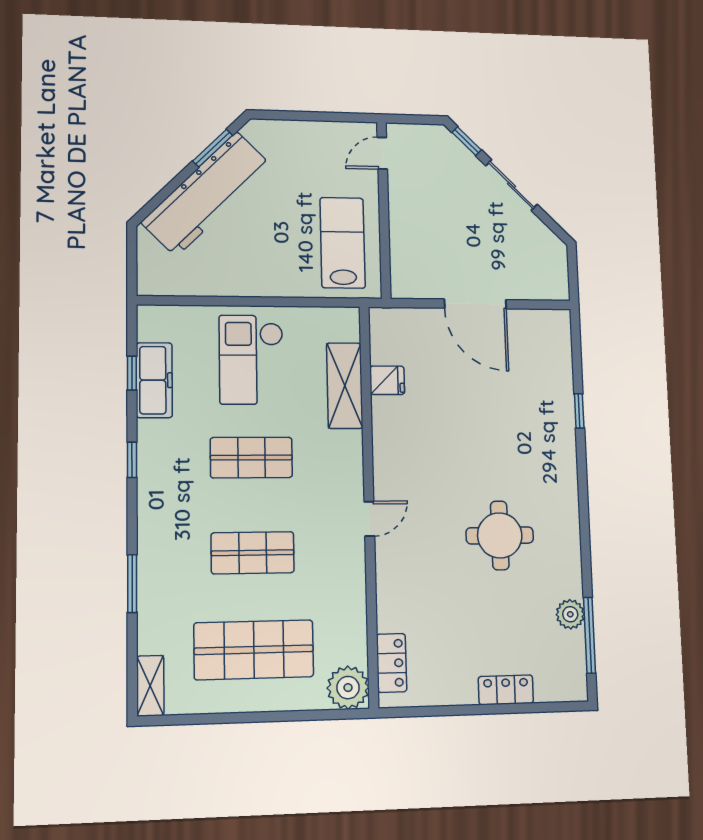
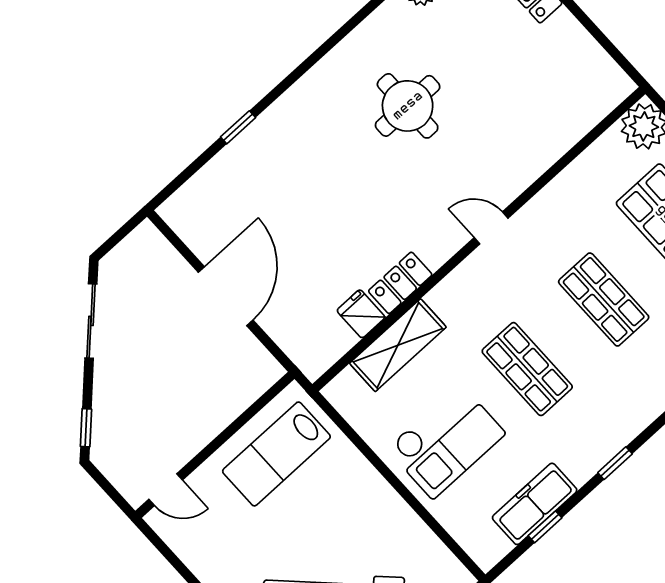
sliding door: (511, 185) -> (91, 321), moved
locker: (392, 663) -> (400, 283), moved

